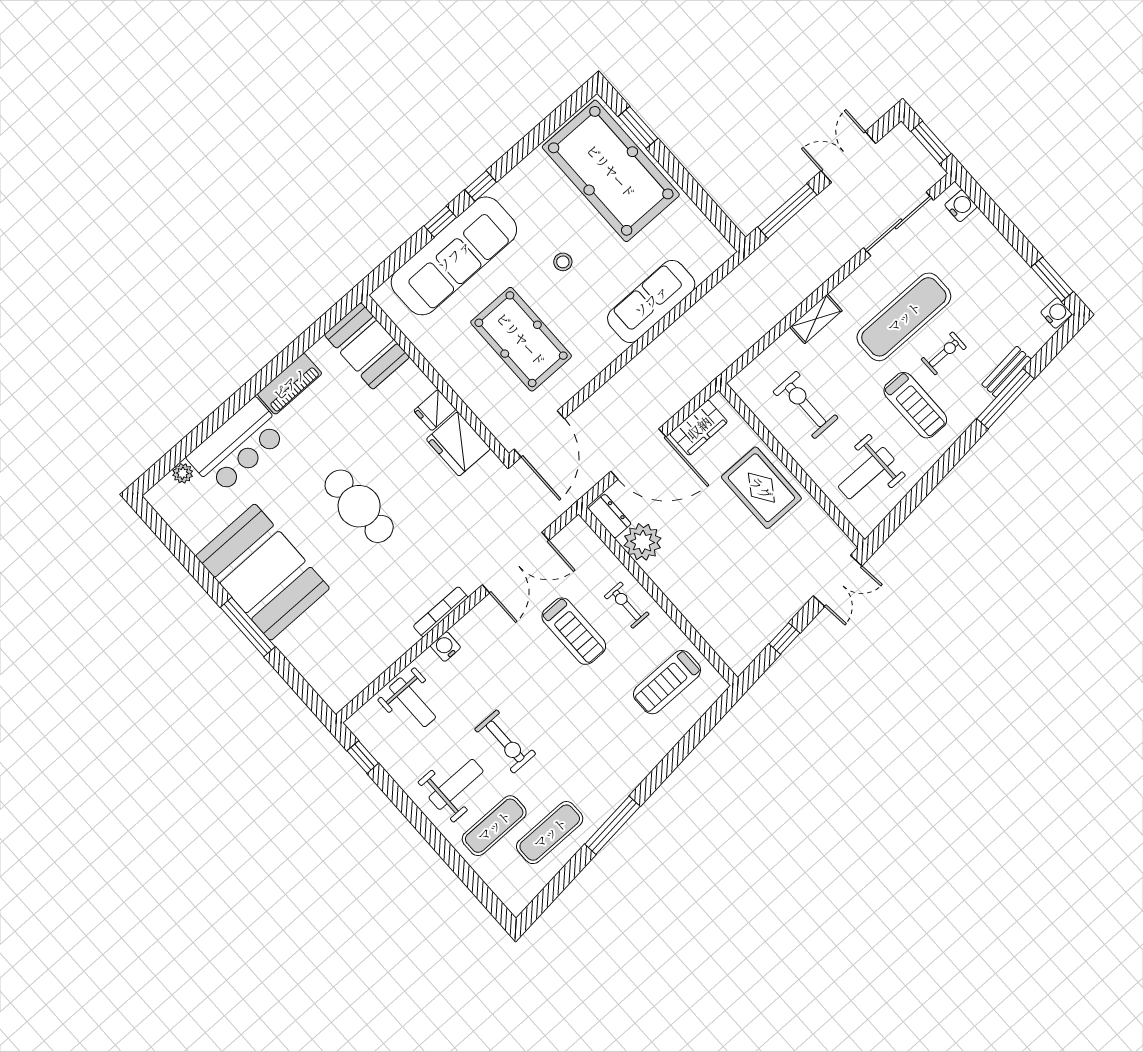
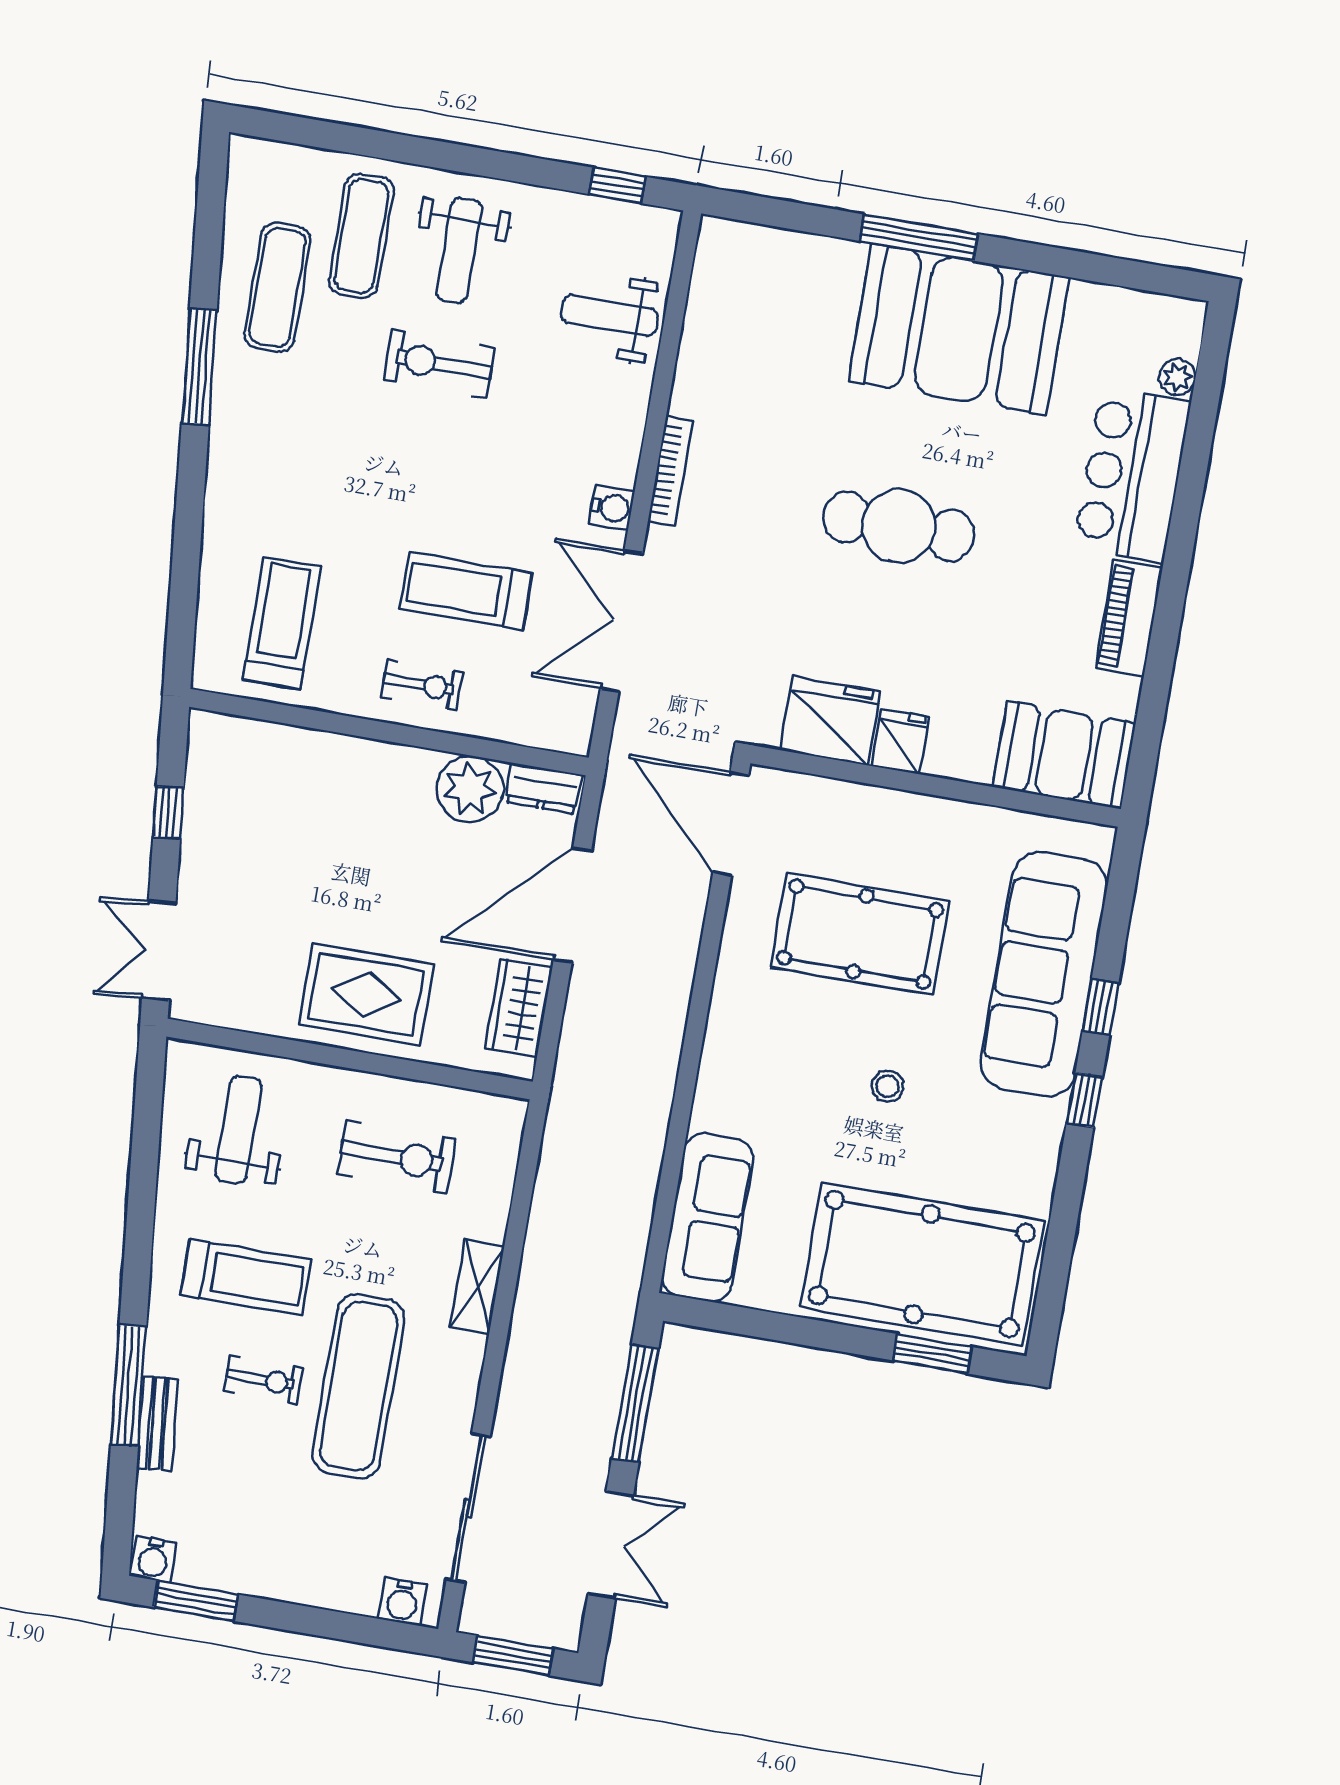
sofa: (651, 301) -> (707, 1217), moved
exercise bike: (944, 353) -> (264, 1380), turned -90
treadmill: (915, 405) -> (246, 1277), turned 180
water cooler: (445, 647) -> (612, 508), moved

